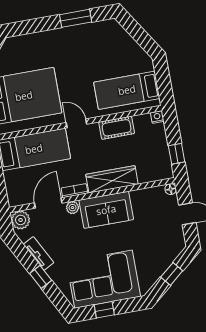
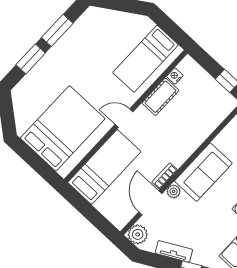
window: (39, 25) -> (31, 59), added
nightstand: (157, 117) -> (175, 76), moved
wardrobe: (112, 179) -> (189, 143), removed

